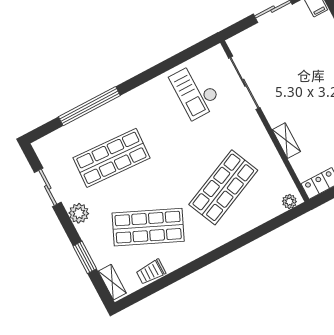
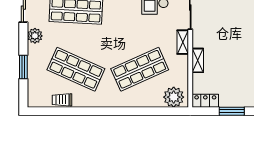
plant: (289, 201) -> (174, 97), width x1.88, depth x1.88
shelving: (112, 282) -> (183, 42), moved

